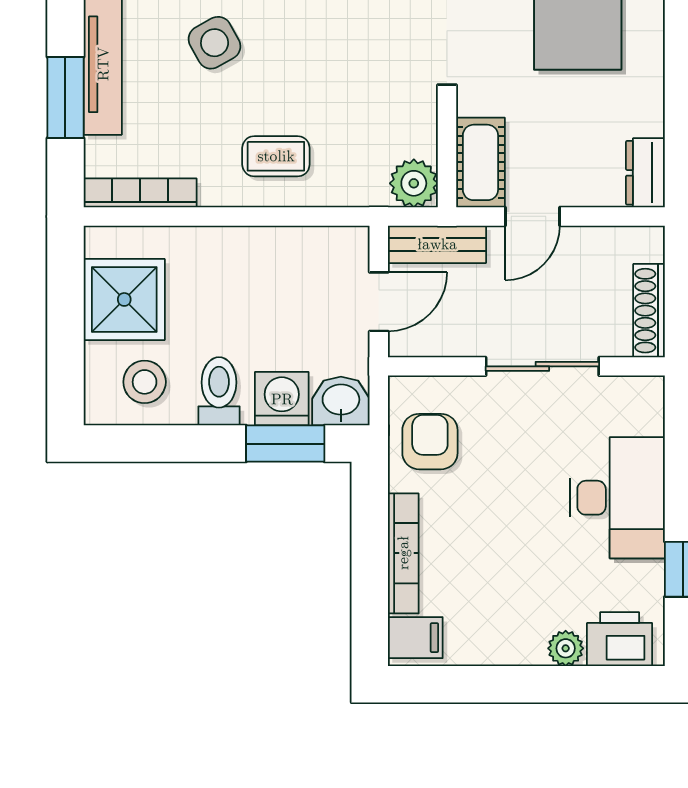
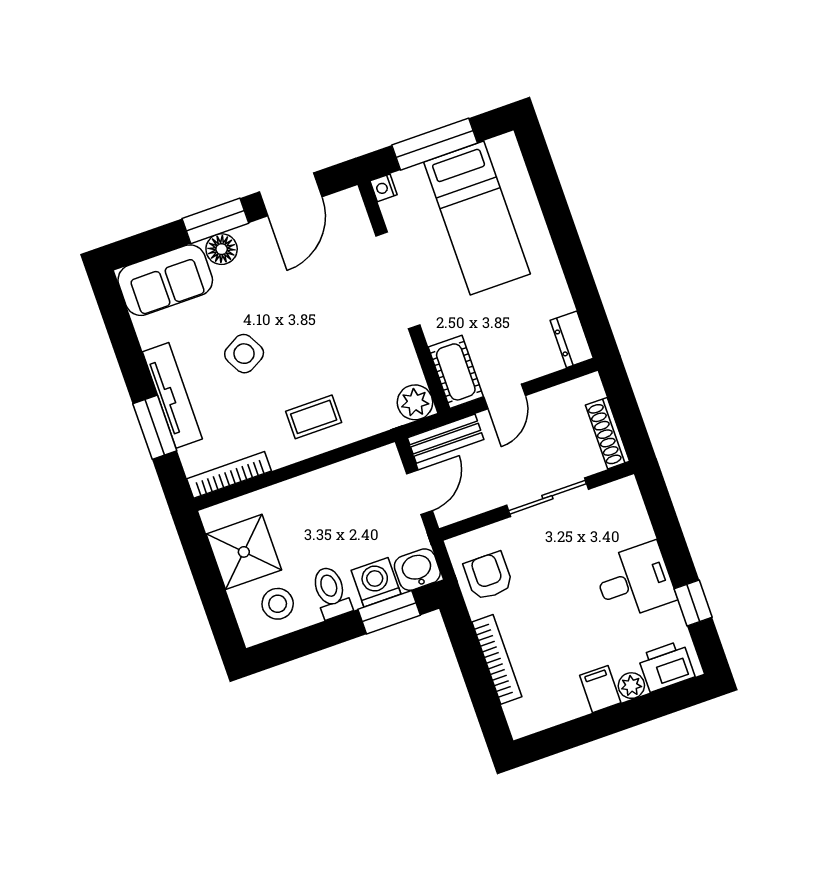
desk: (617, 498) -> (635, 581), width x0.73
filing cabinet: (415, 638) -> (600, 689), moved, turned -90

